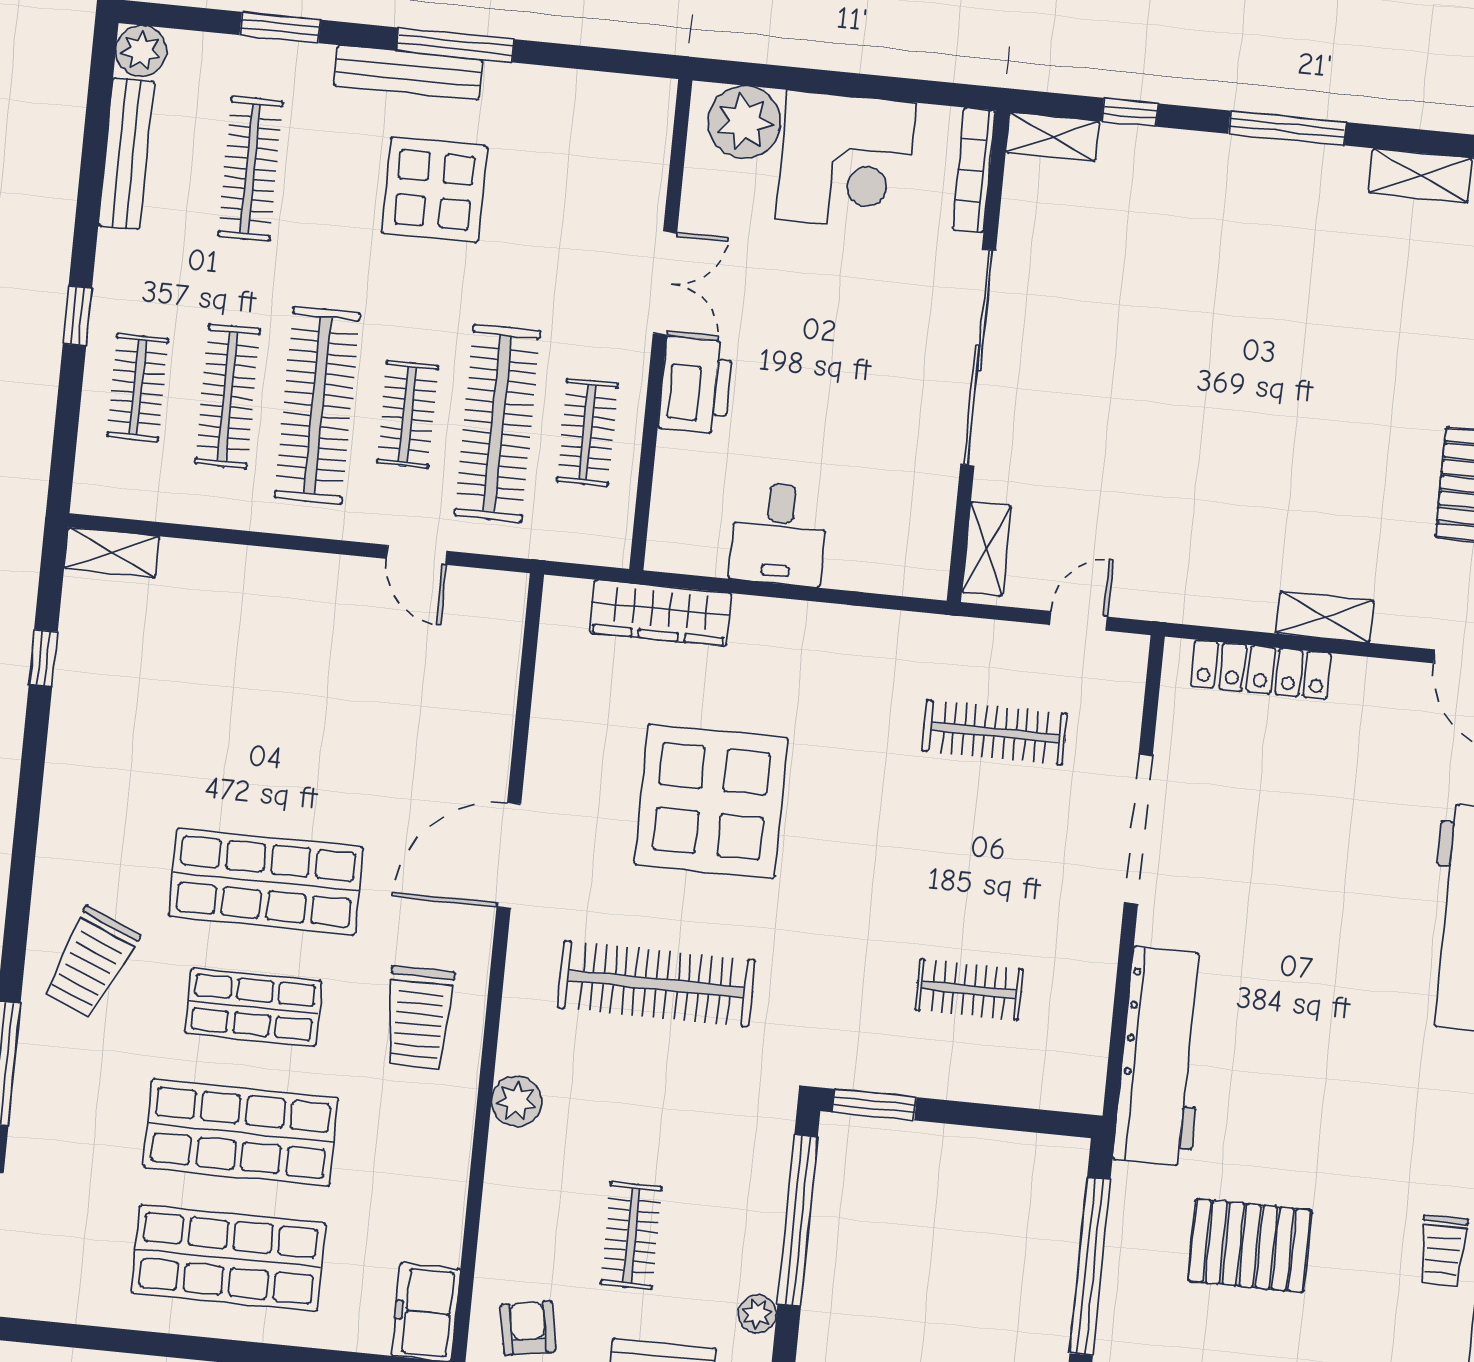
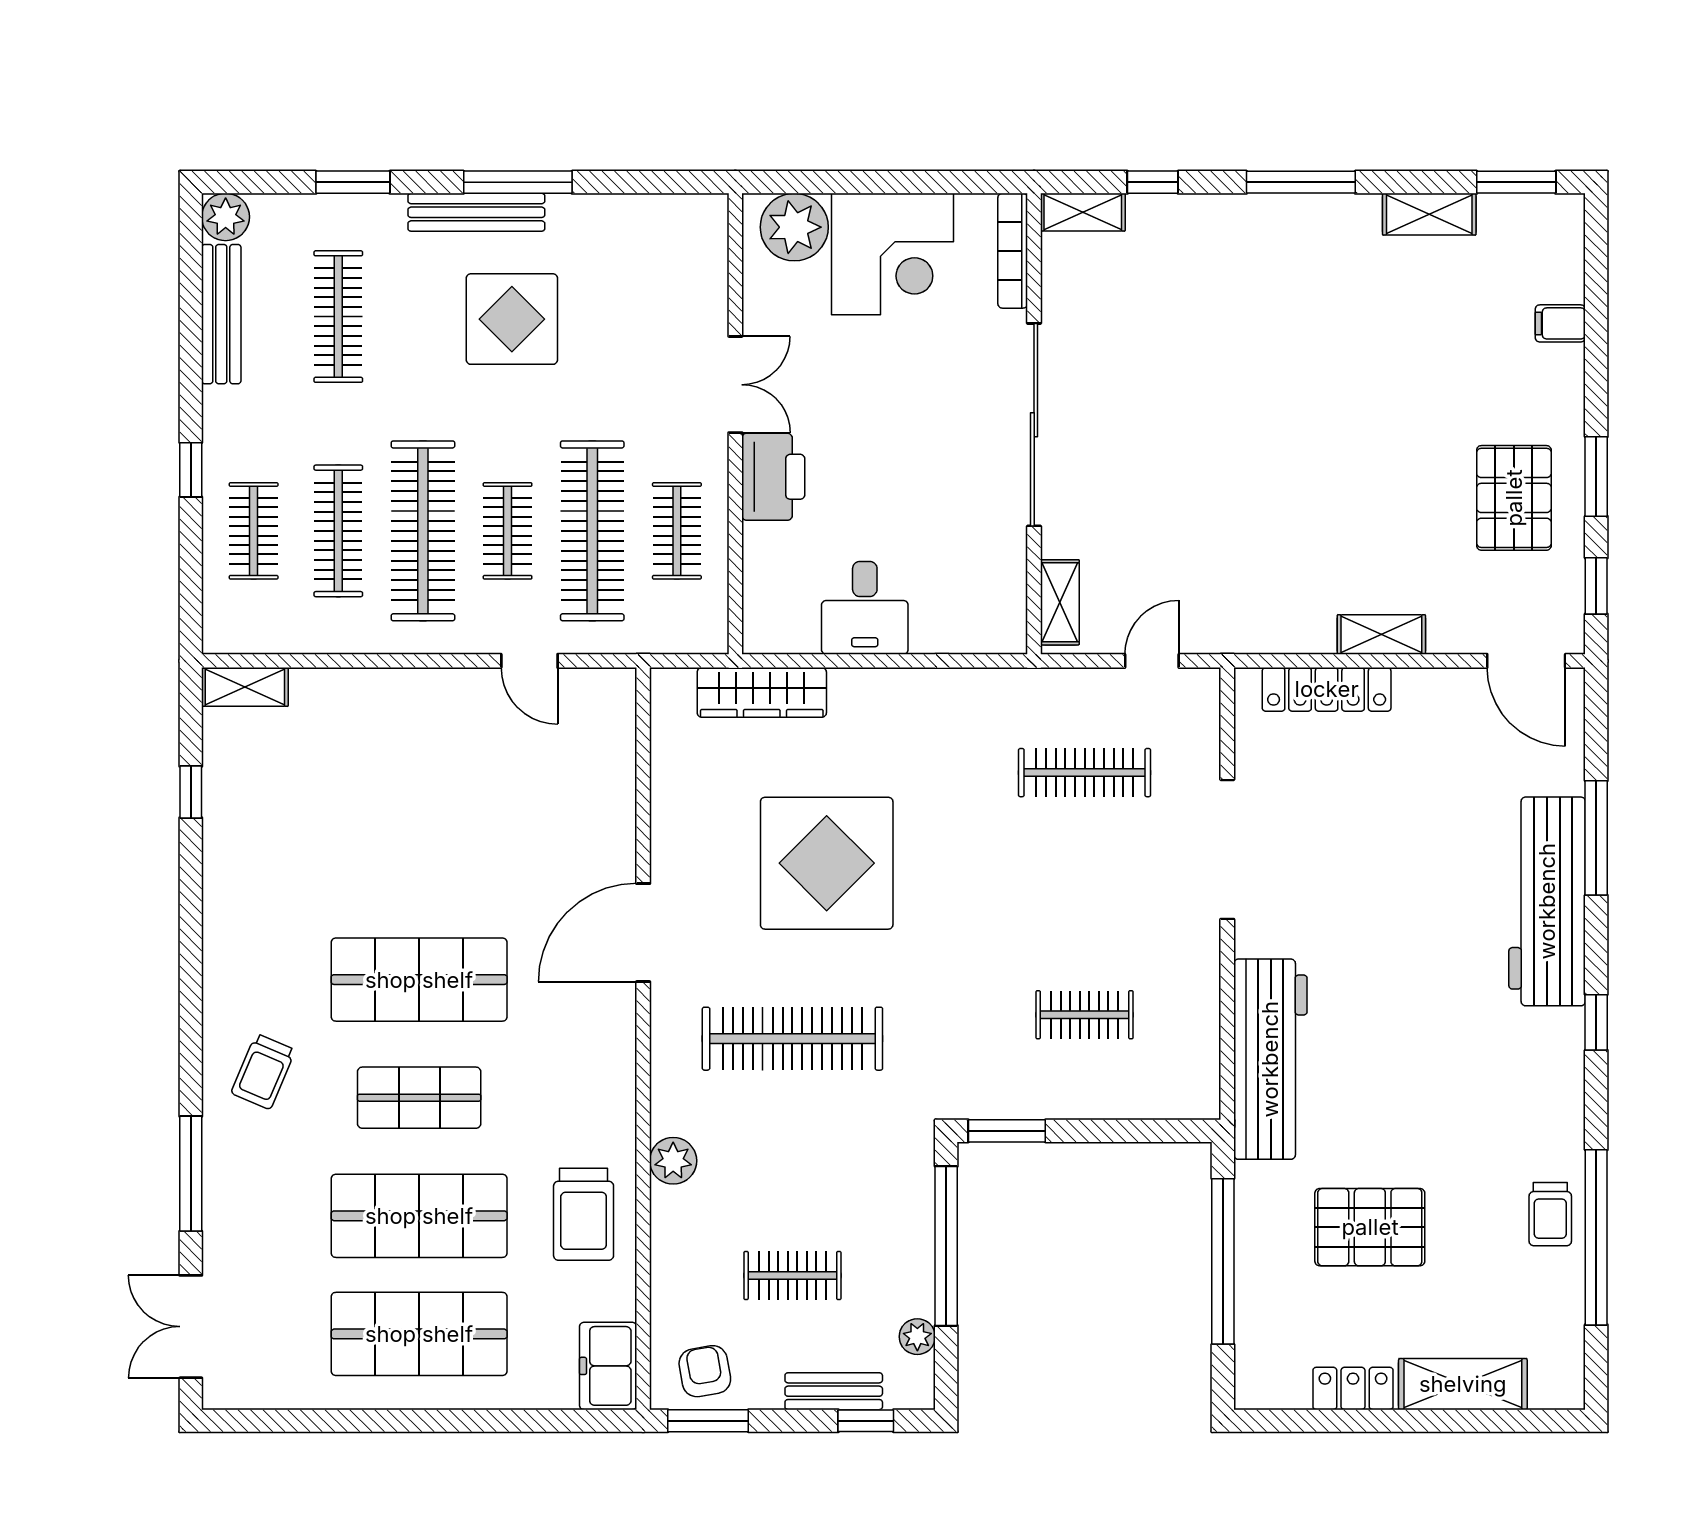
trolley: (90, 963) -> (263, 1072), width x0.73, depth x0.72
trolley: (419, 1018) -> (584, 1214), moved
clothes rail: (631, 1236) -> (792, 1275), turned 90

